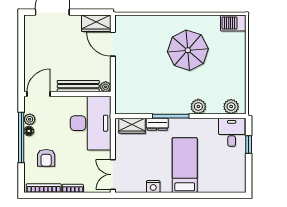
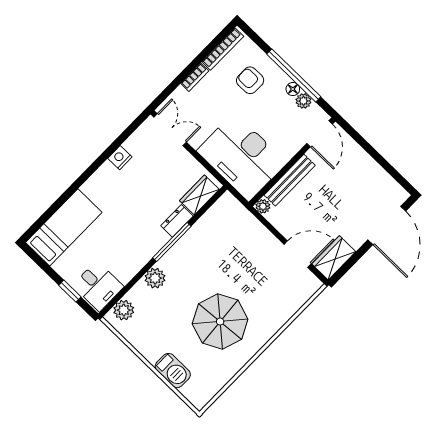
barbecue: (233, 23) -> (173, 371), moved, turned 90
bed: (185, 165) -> (64, 227), moved, turned -90

